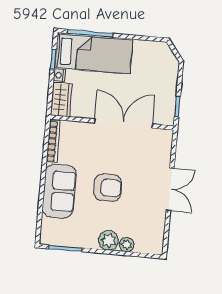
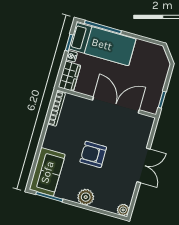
armchair: (108, 188) -> (93, 154), turned 180
sofa: (59, 191) -> (47, 172), moved
plant: (127, 245) -> (123, 210), moved

